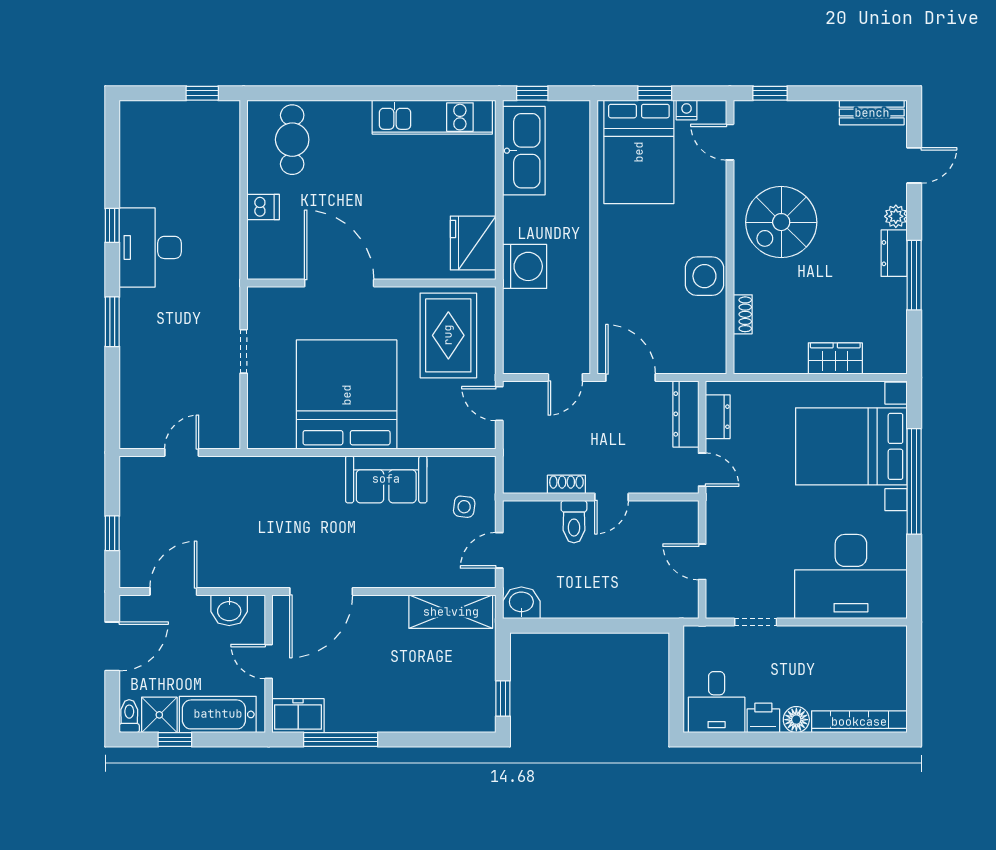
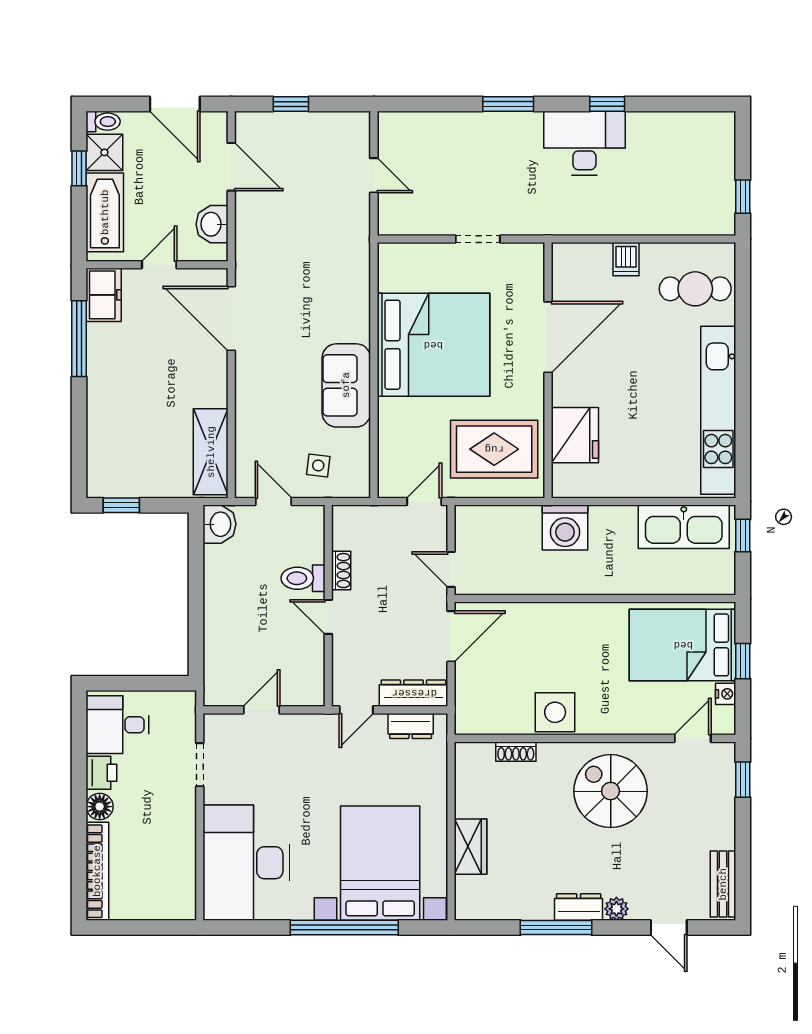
kitchen unit: (432, 117) -> (718, 410), width x1.36
fridge: (473, 243) -> (575, 435), moved, turned 90

